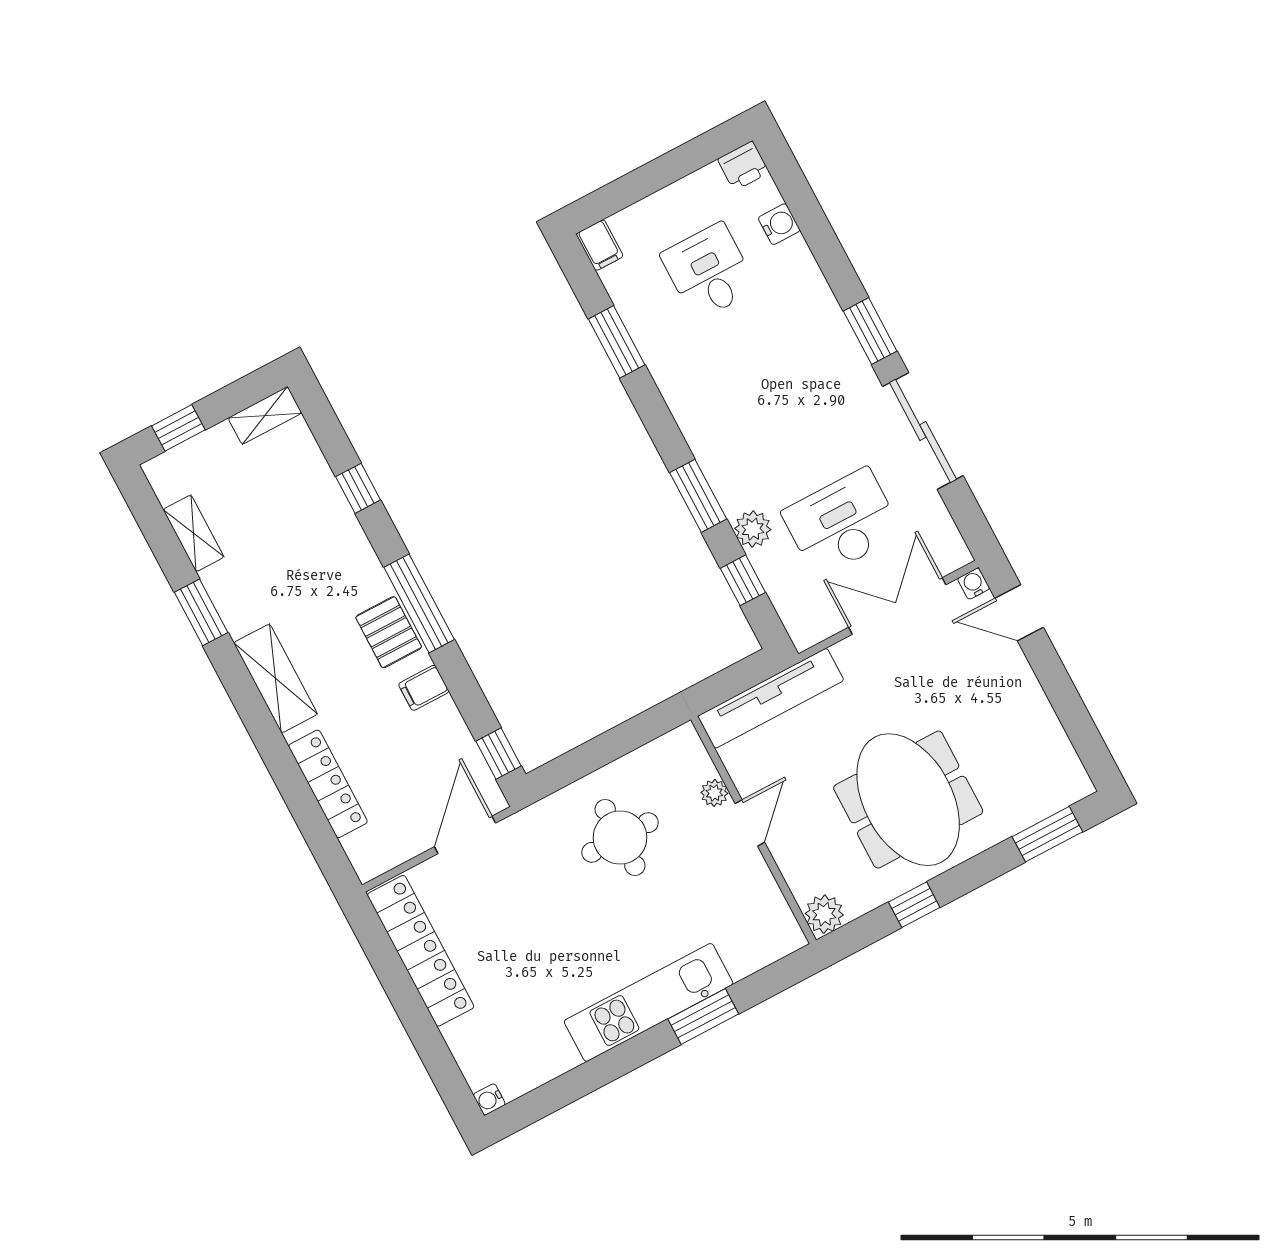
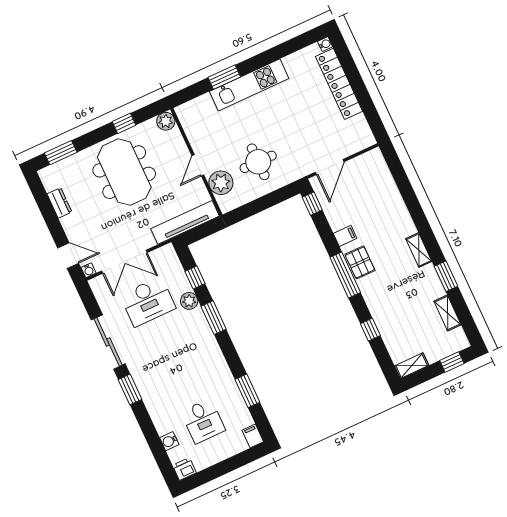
shelving: (276, 678) -> (419, 250), width x0.67, depth x0.75
dresser: (1044, 726) -> (59, 203), added
locker: (328, 784) -> (392, 194), removed
plant: (714, 793) -> (221, 183), width x1.87, depth x1.87
locker: (421, 951) -> (339, 84), moved

